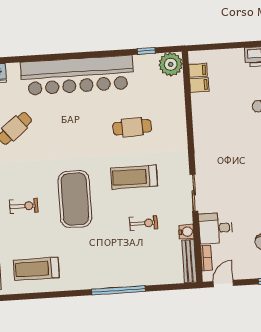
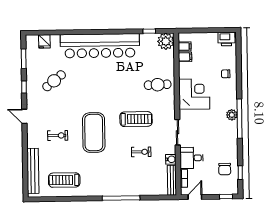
cafe table: (132, 127) -> (158, 85), moved
corner desk: (215, 137) -> (194, 94), added
treadmill: (134, 177) -> (136, 119), turned 180

